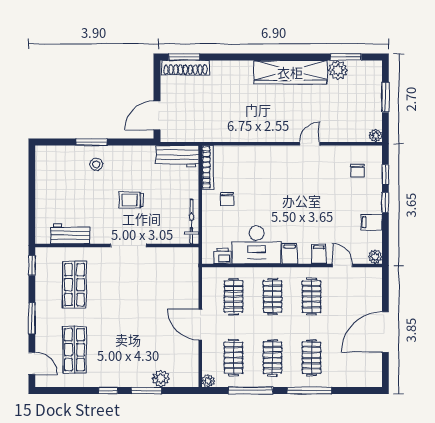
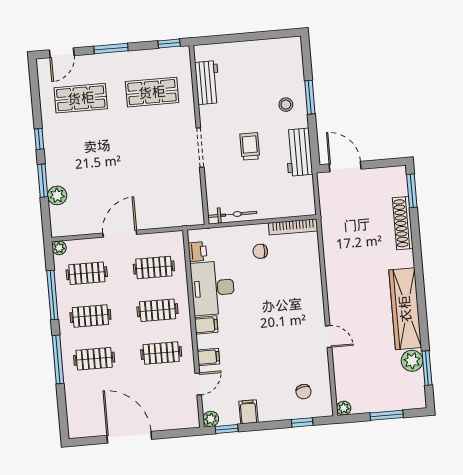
shoe rack: (185, 68) -> (403, 223), moved
workbench: (177, 156) -> (299, 152), moved
chair: (358, 171) -> (304, 392), turned -100
window: (385, 203) -> (227, 429), moved

